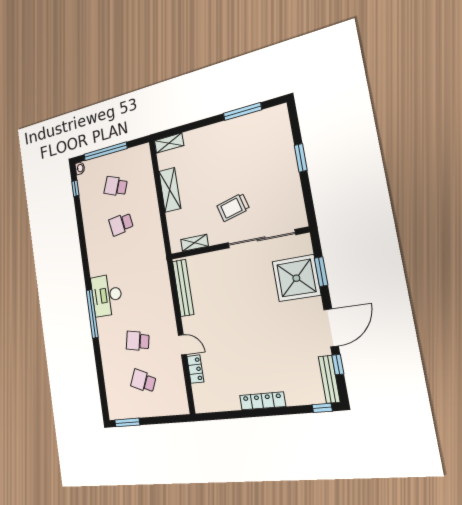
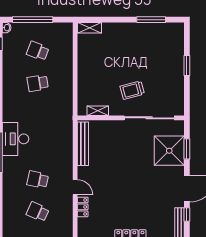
shelving: (170, 190) -> (84, 65), removed

